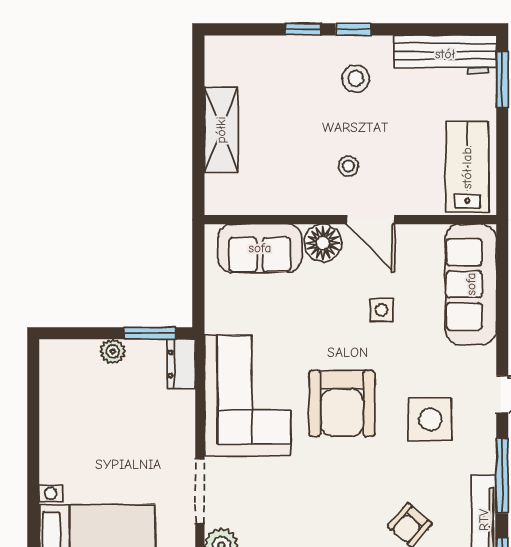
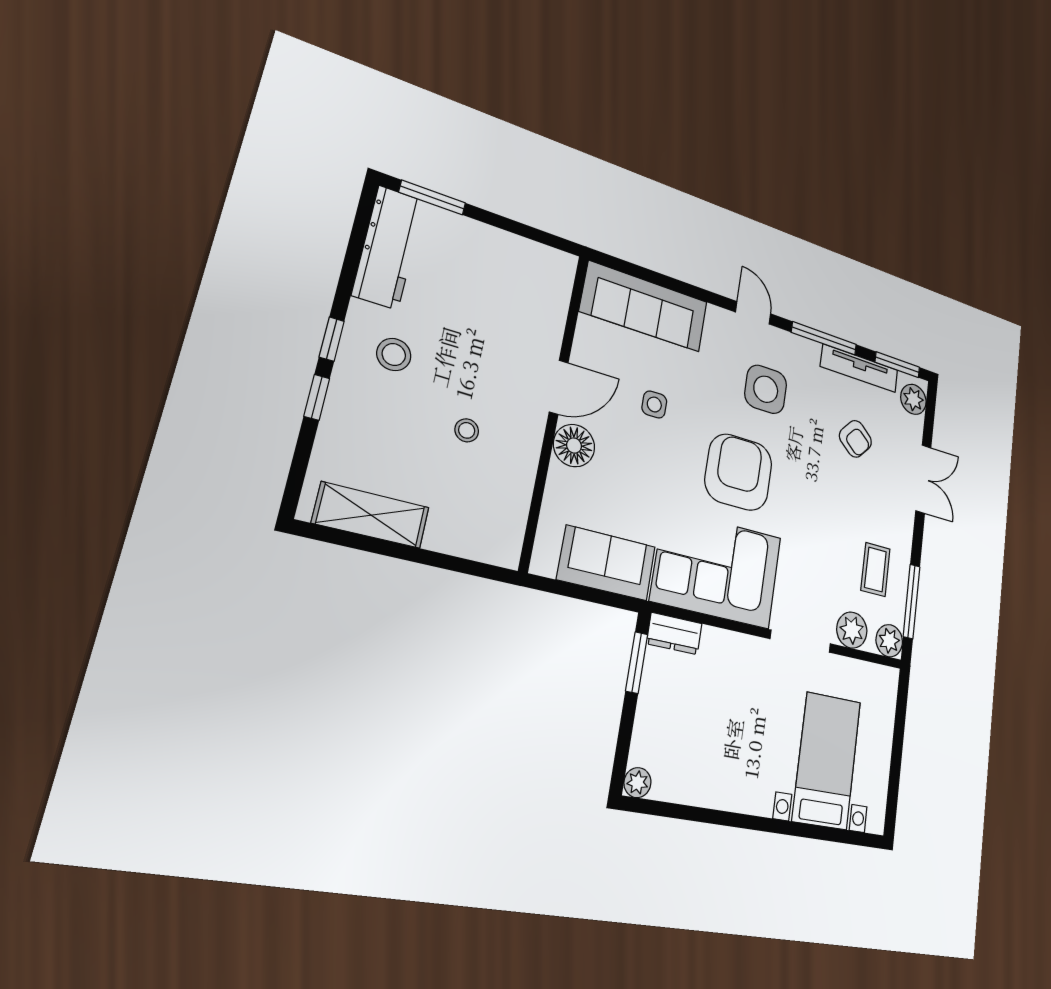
shelving: (221, 130) -> (371, 515), moved
stool: (348, 166) -> (467, 430), moved
lab bench: (467, 167) -> (522, 268), removed
sofa: (260, 248) -> (607, 563), moved, turned -90
plant: (113, 351) -> (637, 783), moved
armchair: (342, 403) -> (739, 472), turned -90

